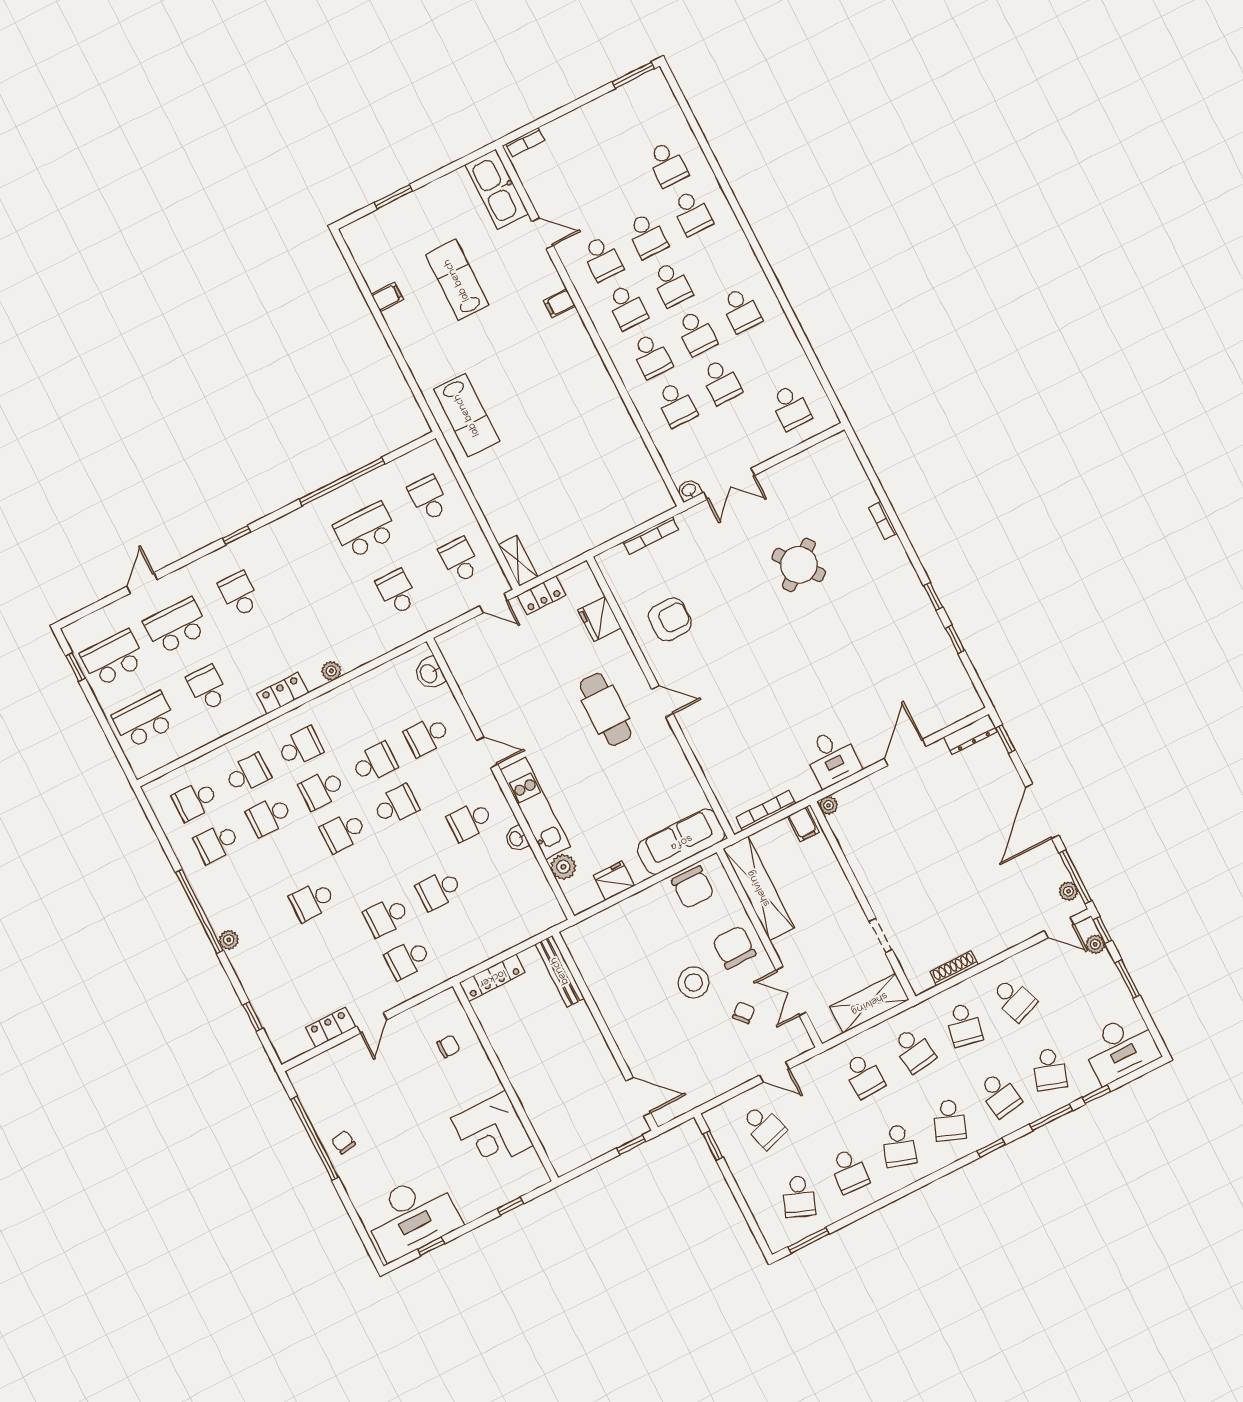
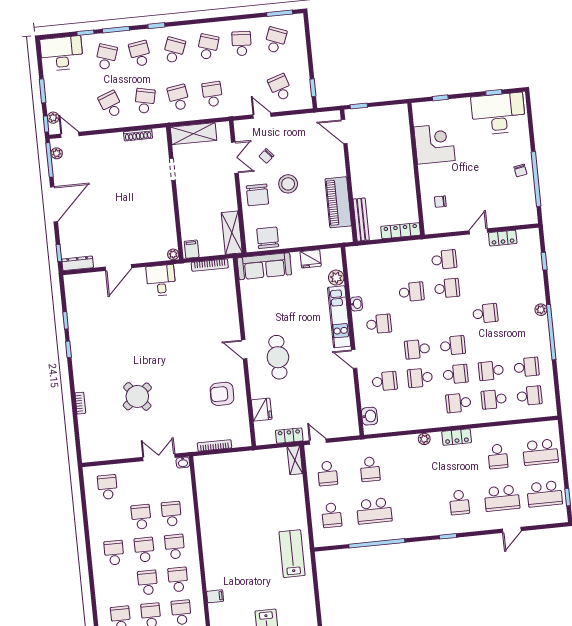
school desk: (269, 816) -> (491, 371), turned 180
shelving: (759, 888) -> (232, 233), width x0.68
piano: (605, 984) -> (338, 202), added

